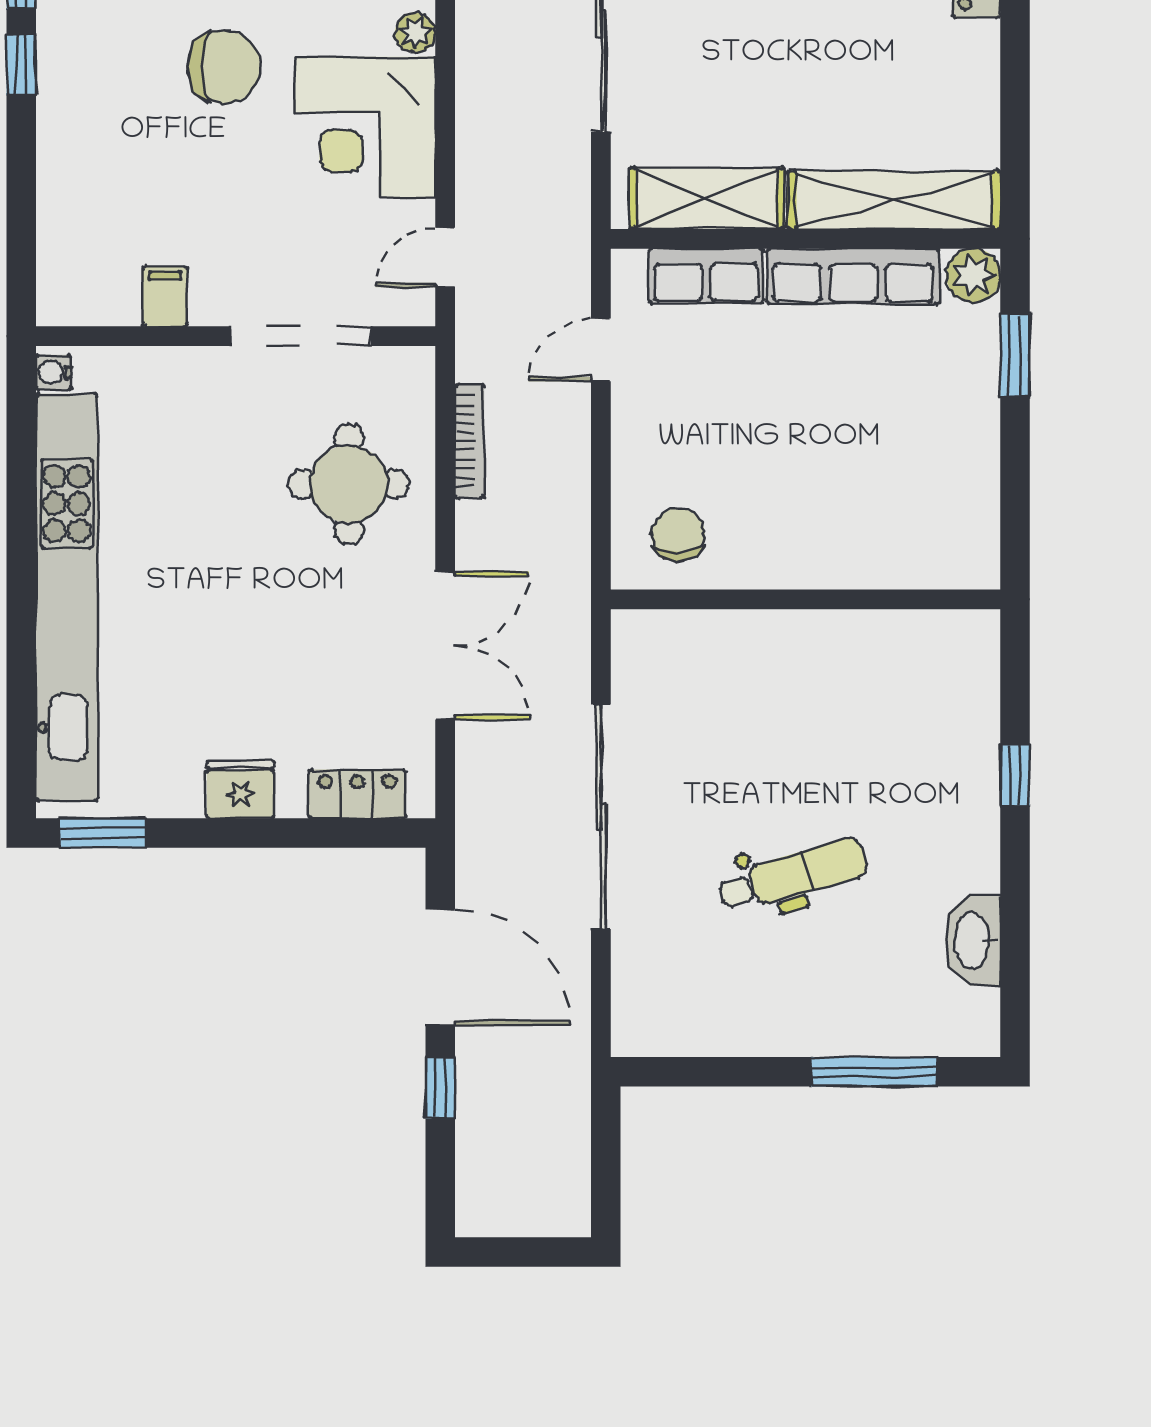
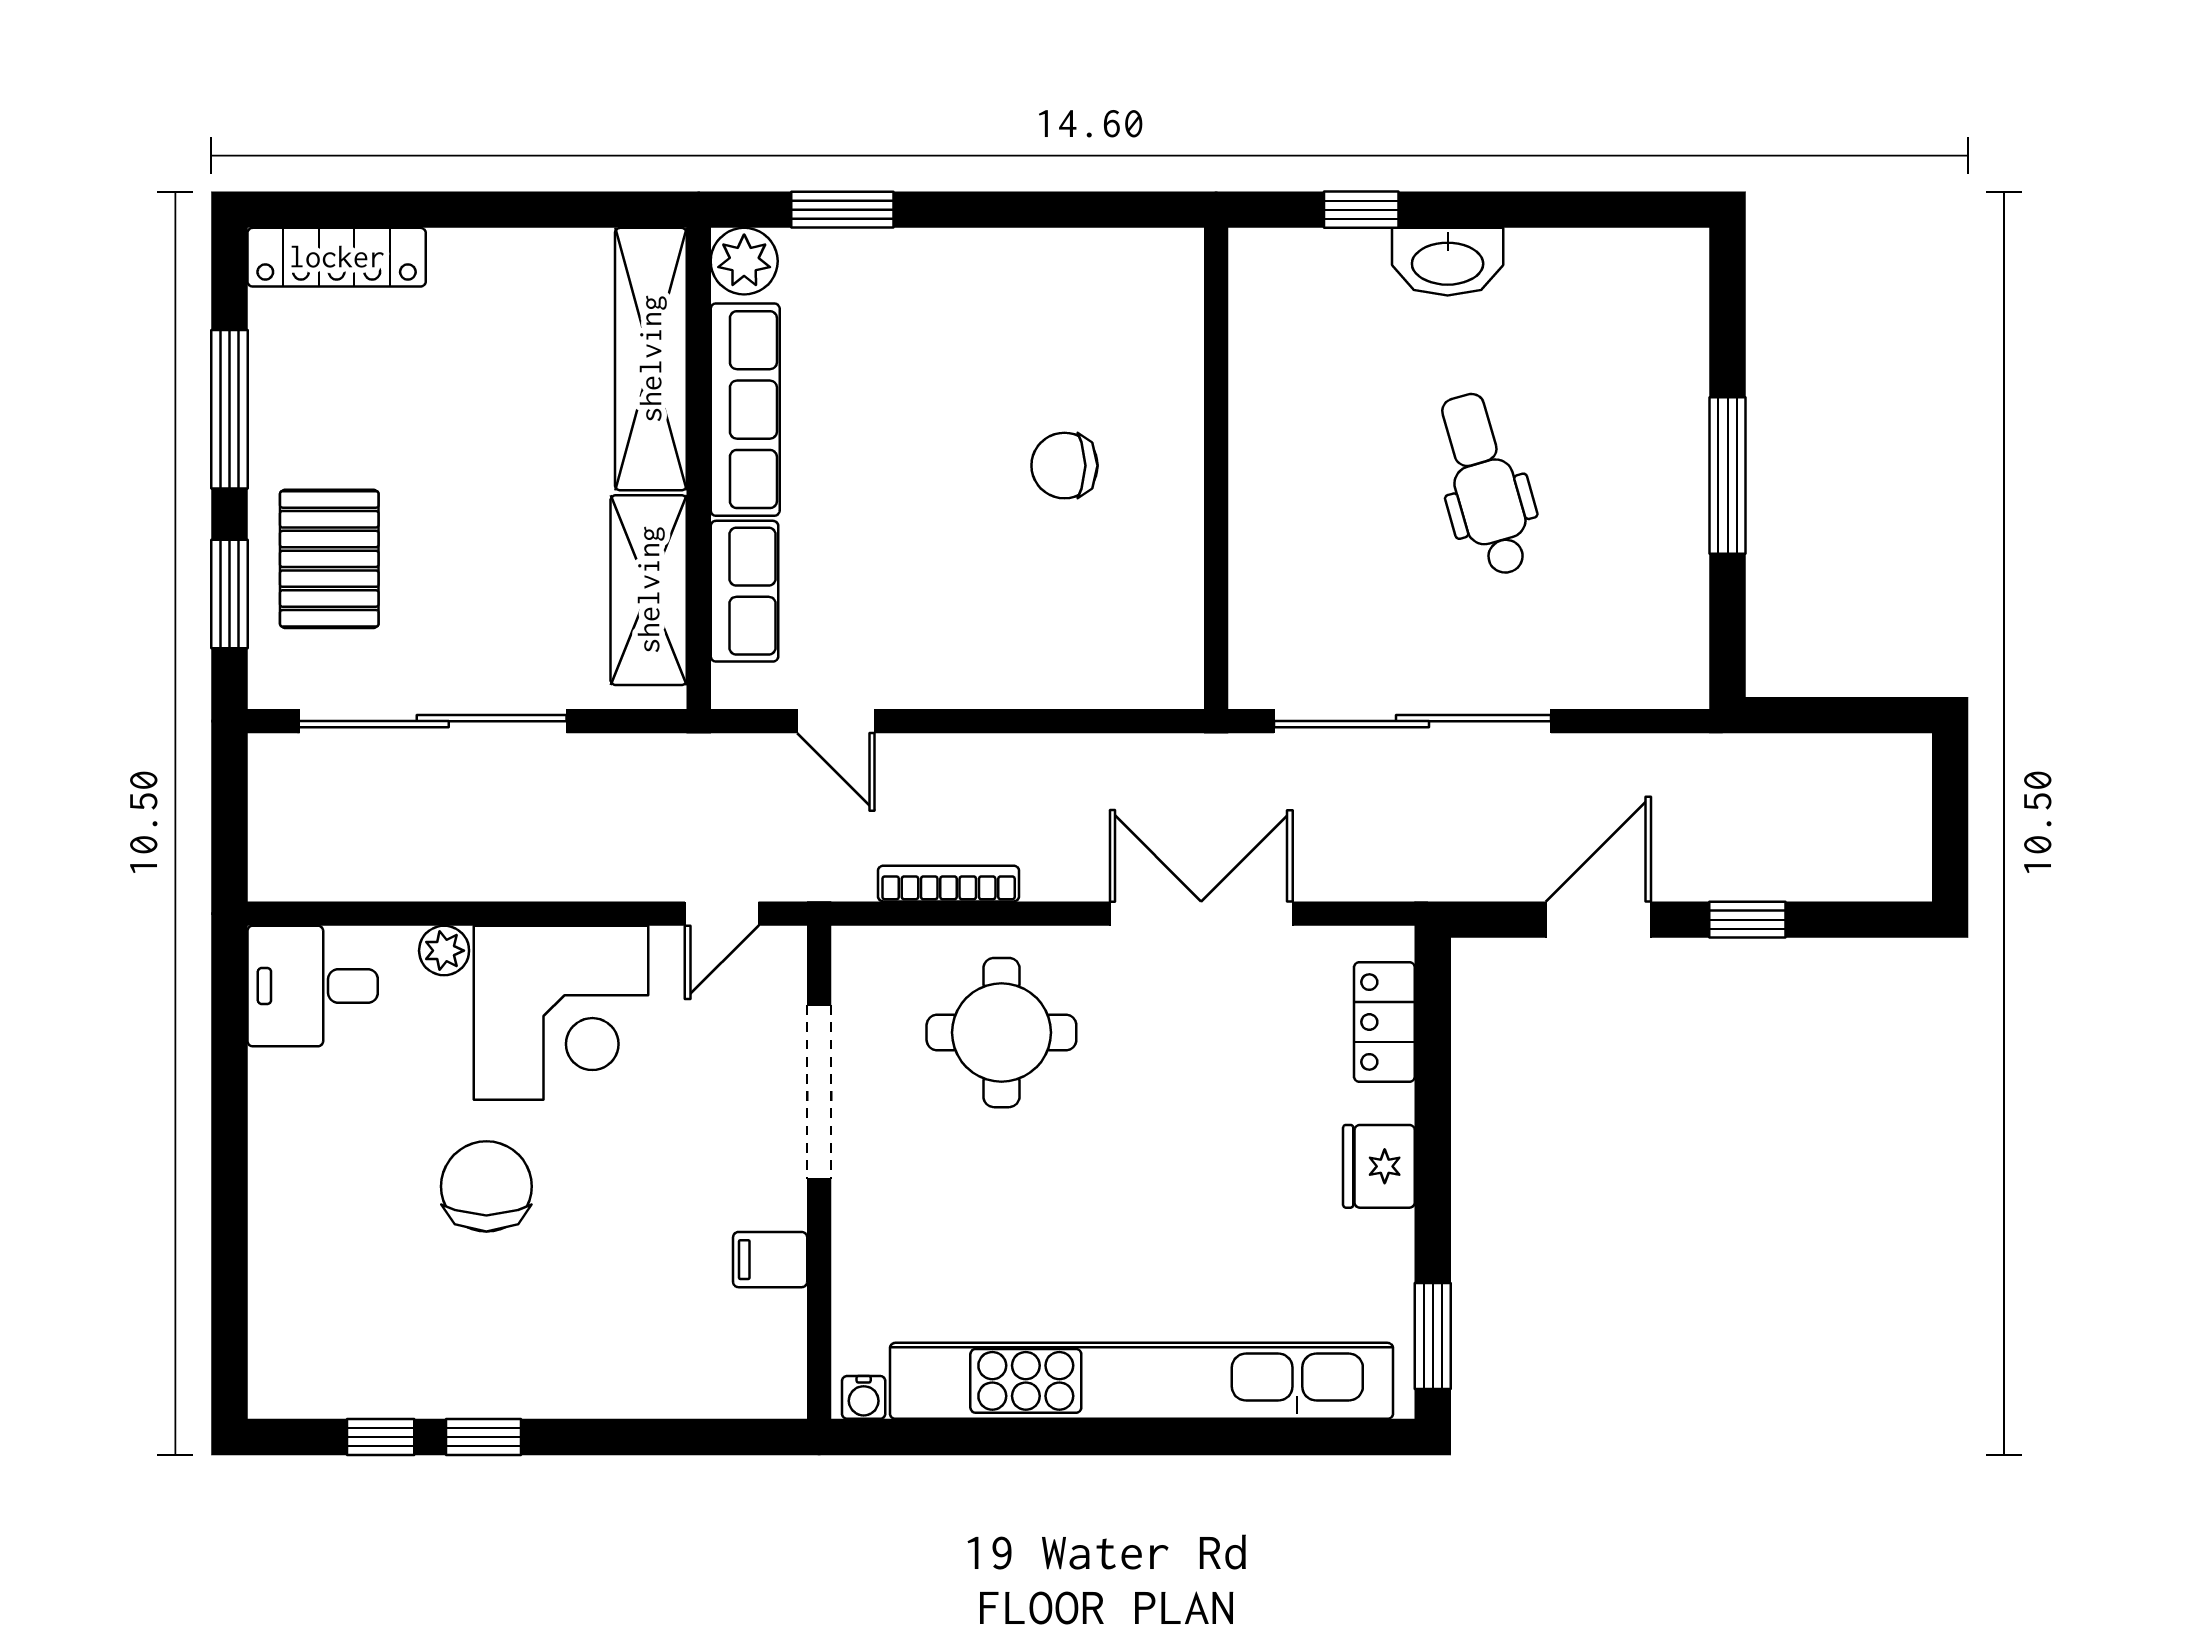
door: (445, 257) -> (722, 914), hinge flipped
chair: (678, 535) -> (1064, 466), moved
wall: (806, 599) -> (1216, 468), moved
washbasin: (973, 941) -> (1448, 262), moved
door: (440, 967) -> (1598, 920), width x0.73
window: (875, 1072) -> (1728, 475), moved

